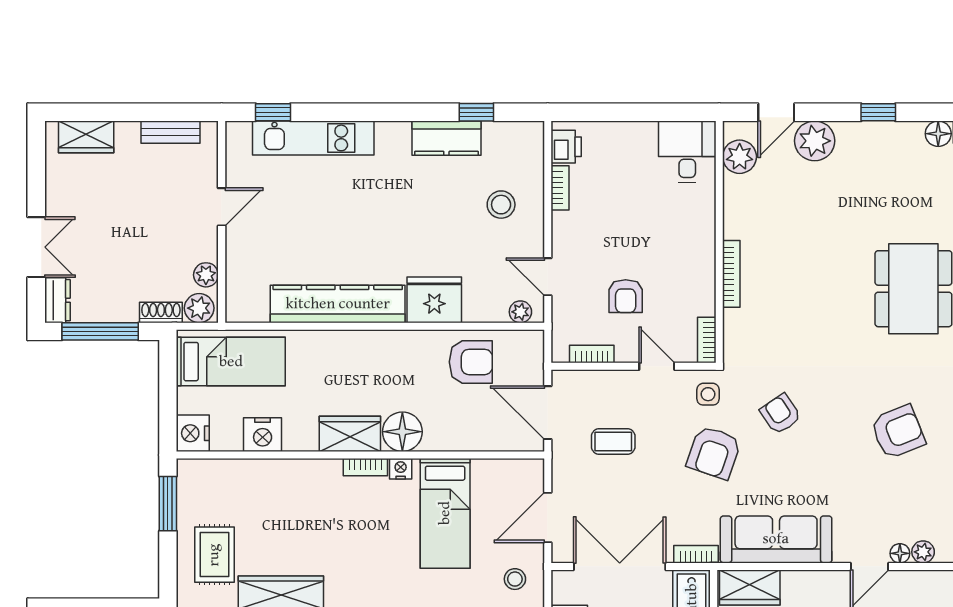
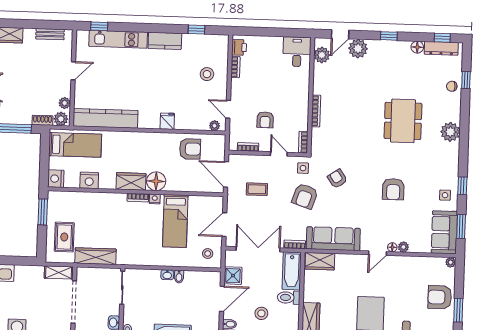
kitchen counter: (446, 138) -> (165, 41), moved
fridge: (434, 300) -> (167, 121), width x0.53, depth x0.75
kitchen counter: (338, 304) -> (106, 118), moved
armchair: (898, 432) -> (393, 189), turned 112

